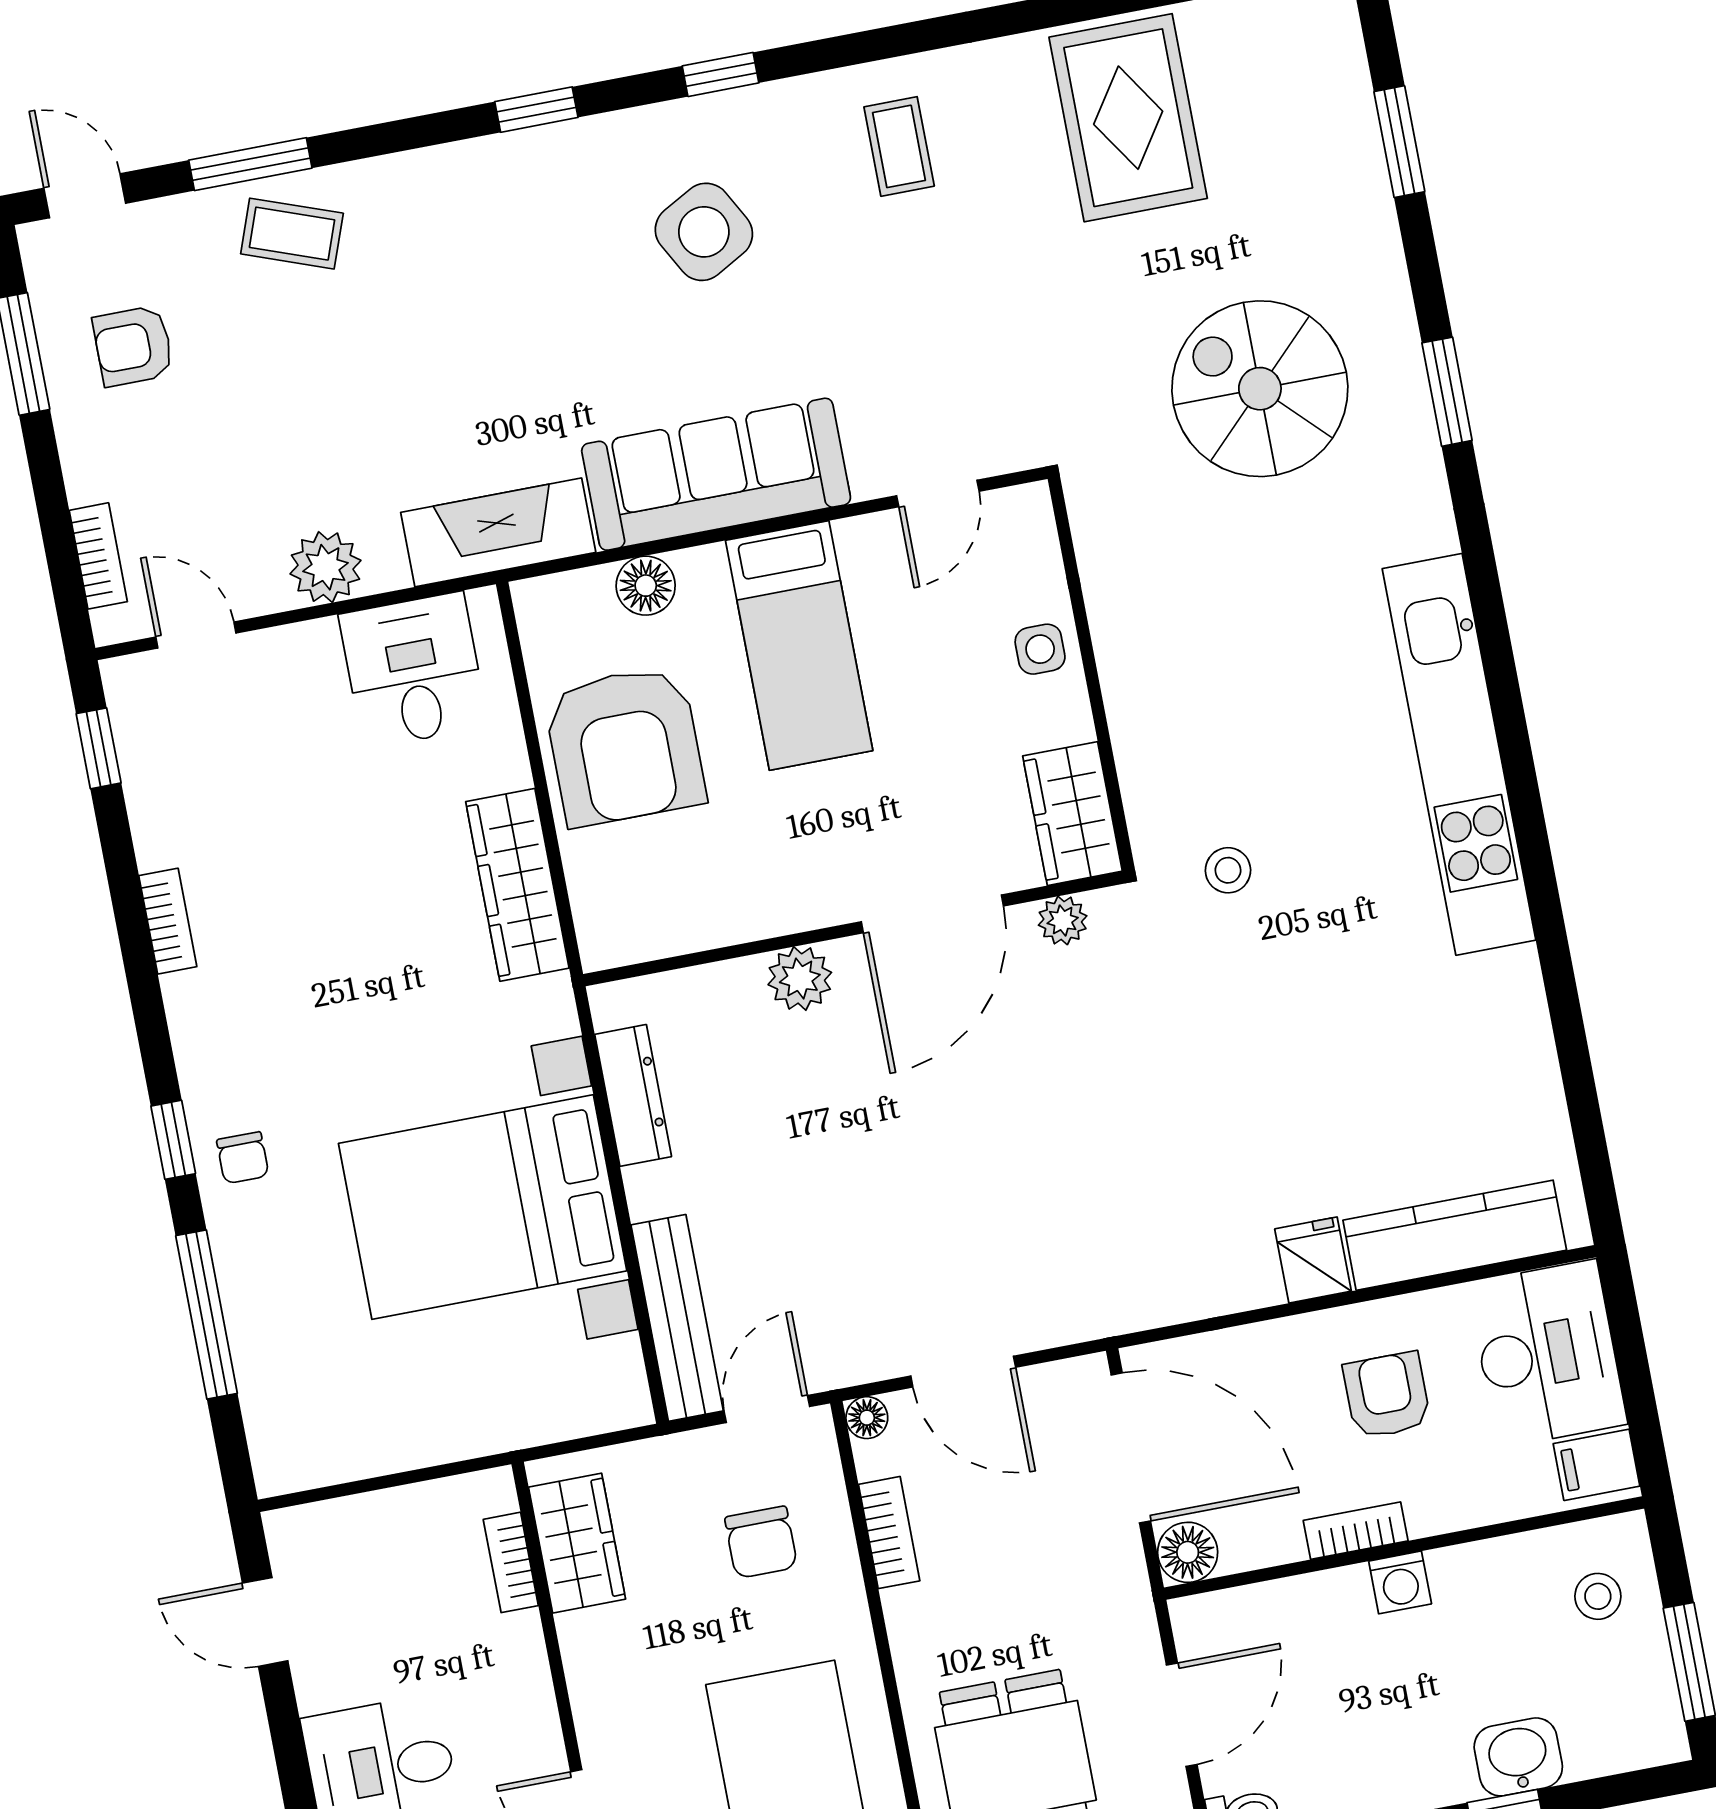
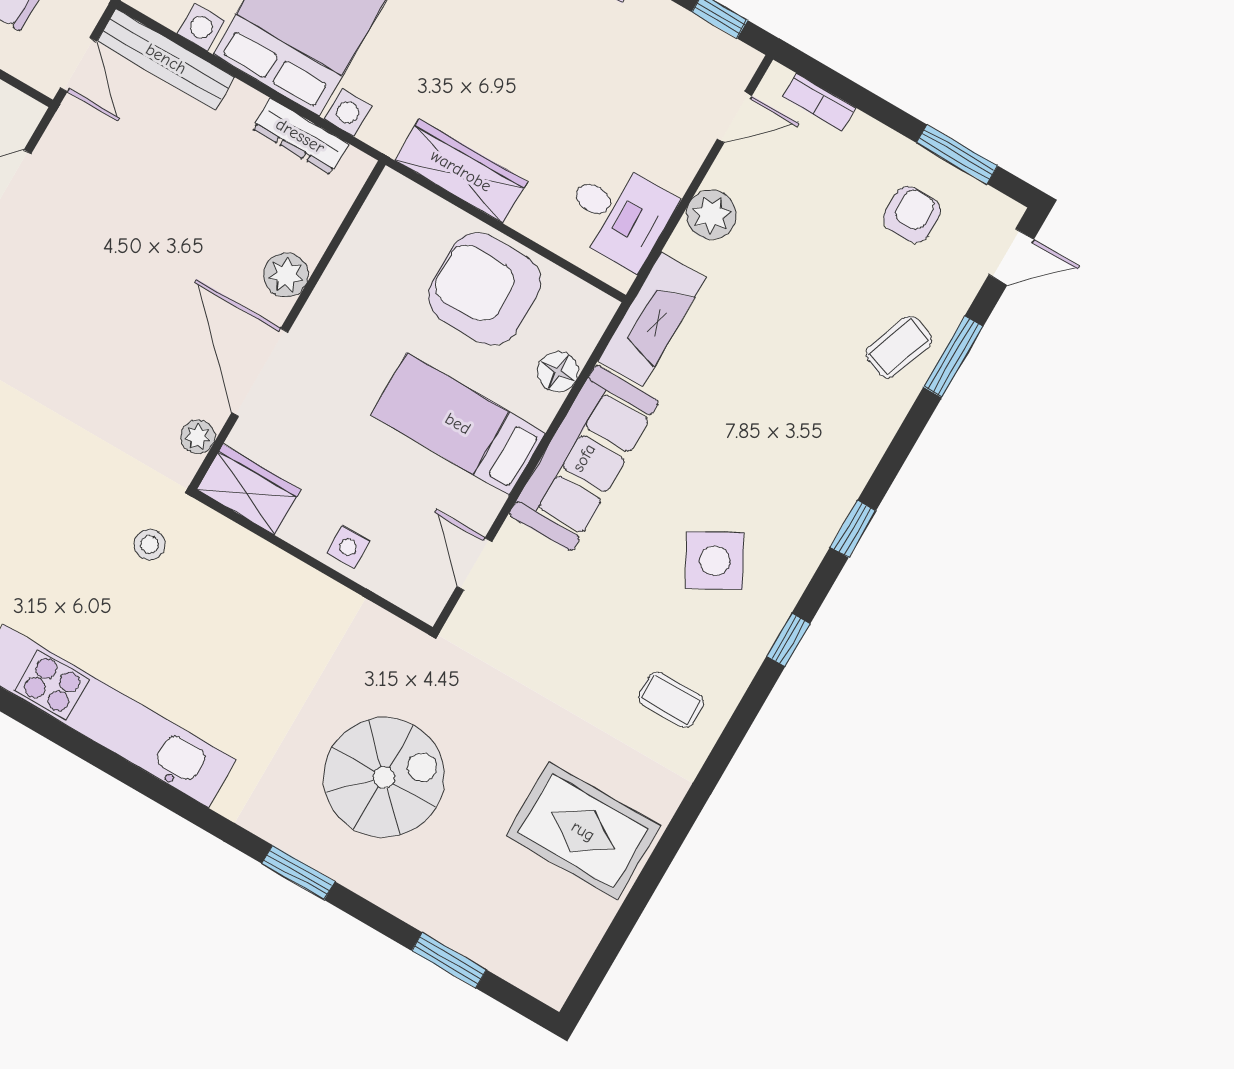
floor lamp: (867, 1418) -> (29, 112), removed

